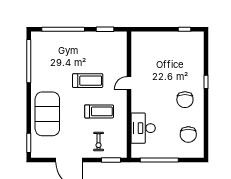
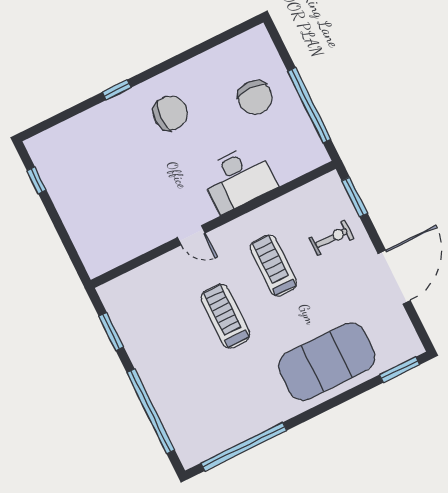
desk: (143, 128) -> (238, 179), moved
chair: (188, 135) -> (255, 97), moved, turned 90

